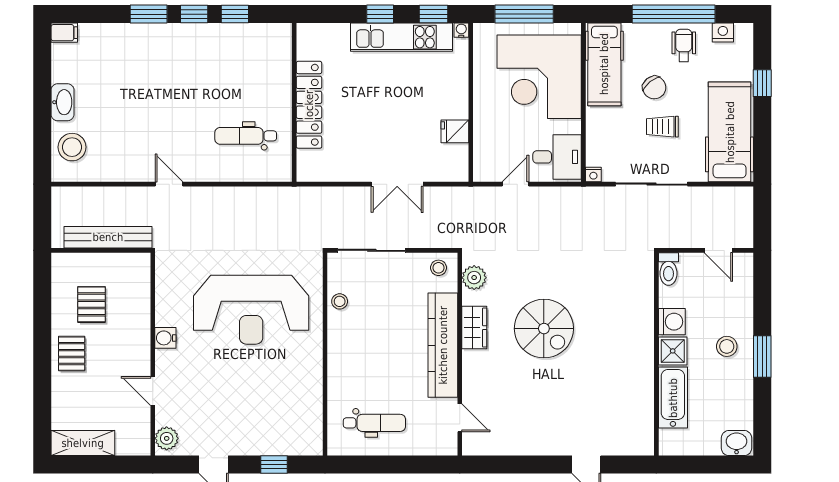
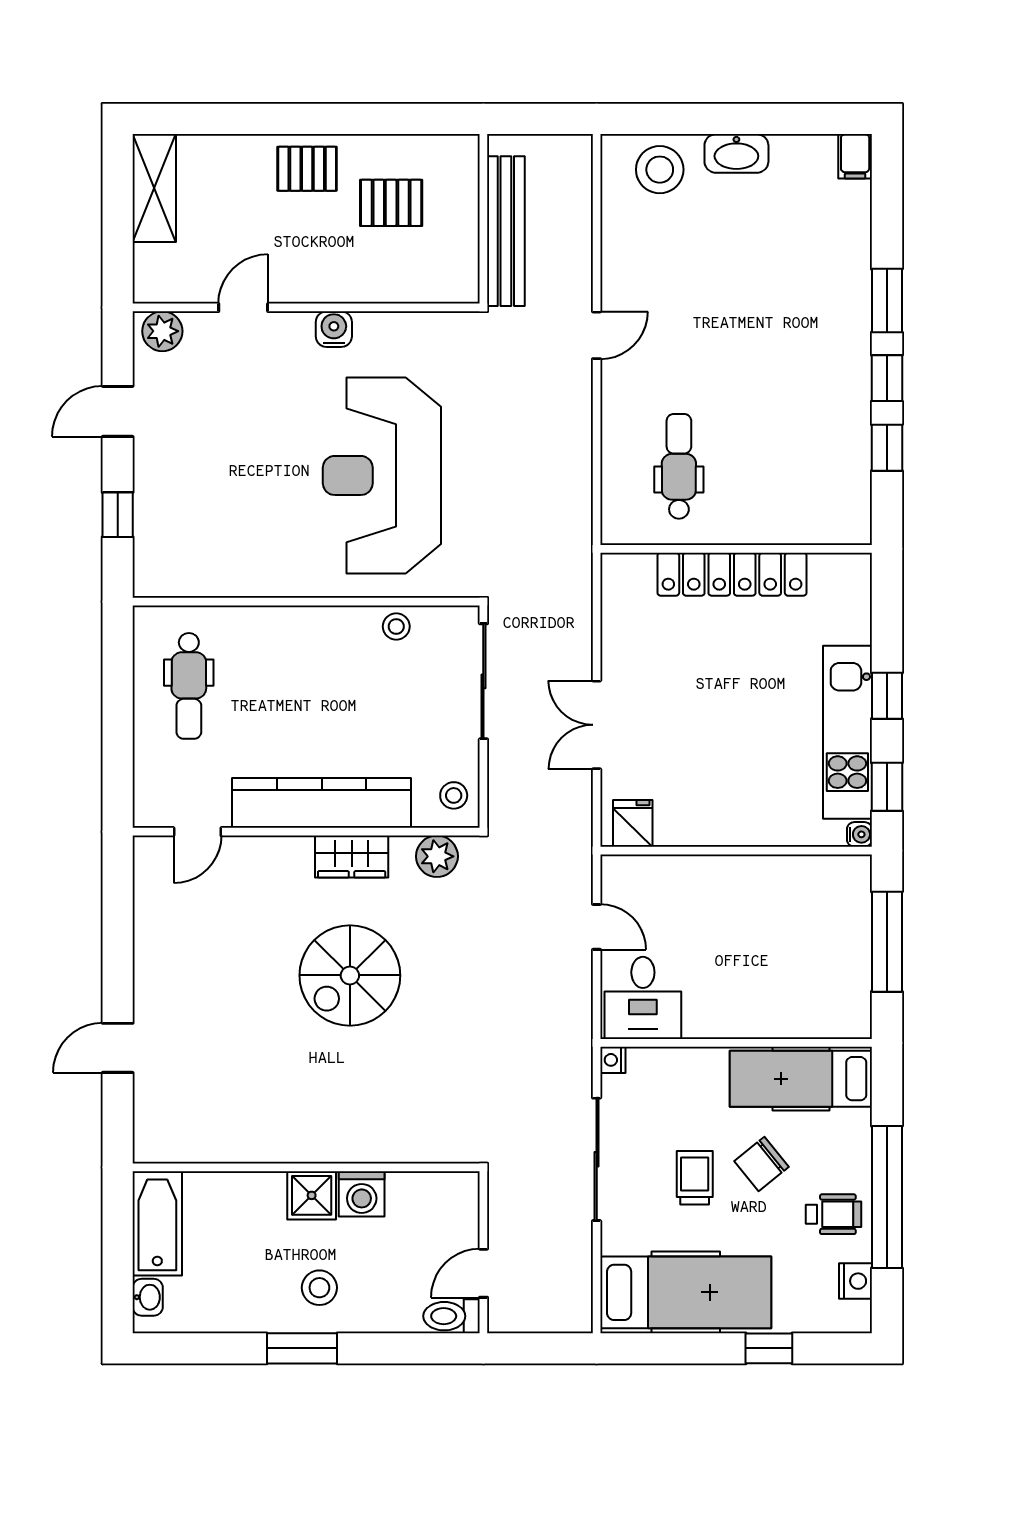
corner desk: (539, 77) -> (780, 967), removed
fridge: (455, 131) -> (633, 823), moved
toilet: (669, 269) -> (452, 1316), moved
bathtub: (673, 398) -> (157, 1223), moved, turned -90
washbasin: (737, 443) -> (148, 1297), width x0.72, depth x0.69

